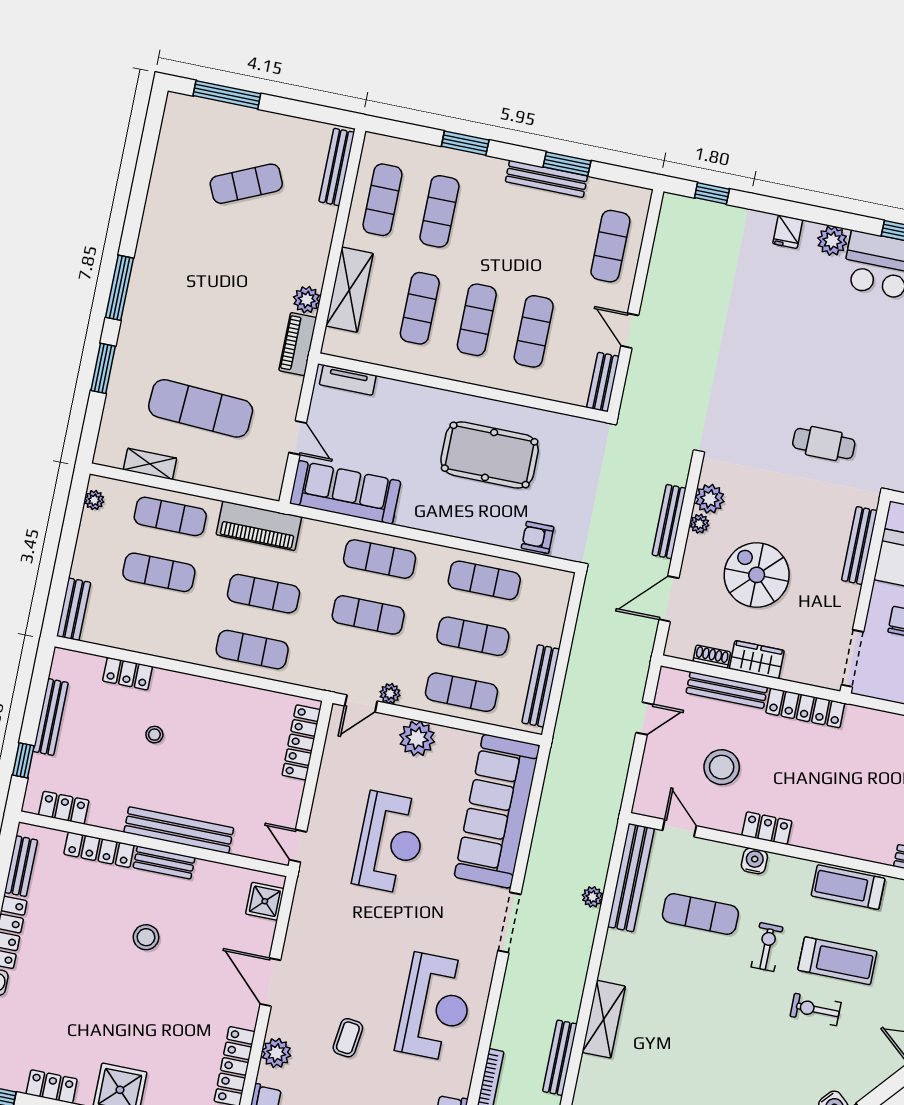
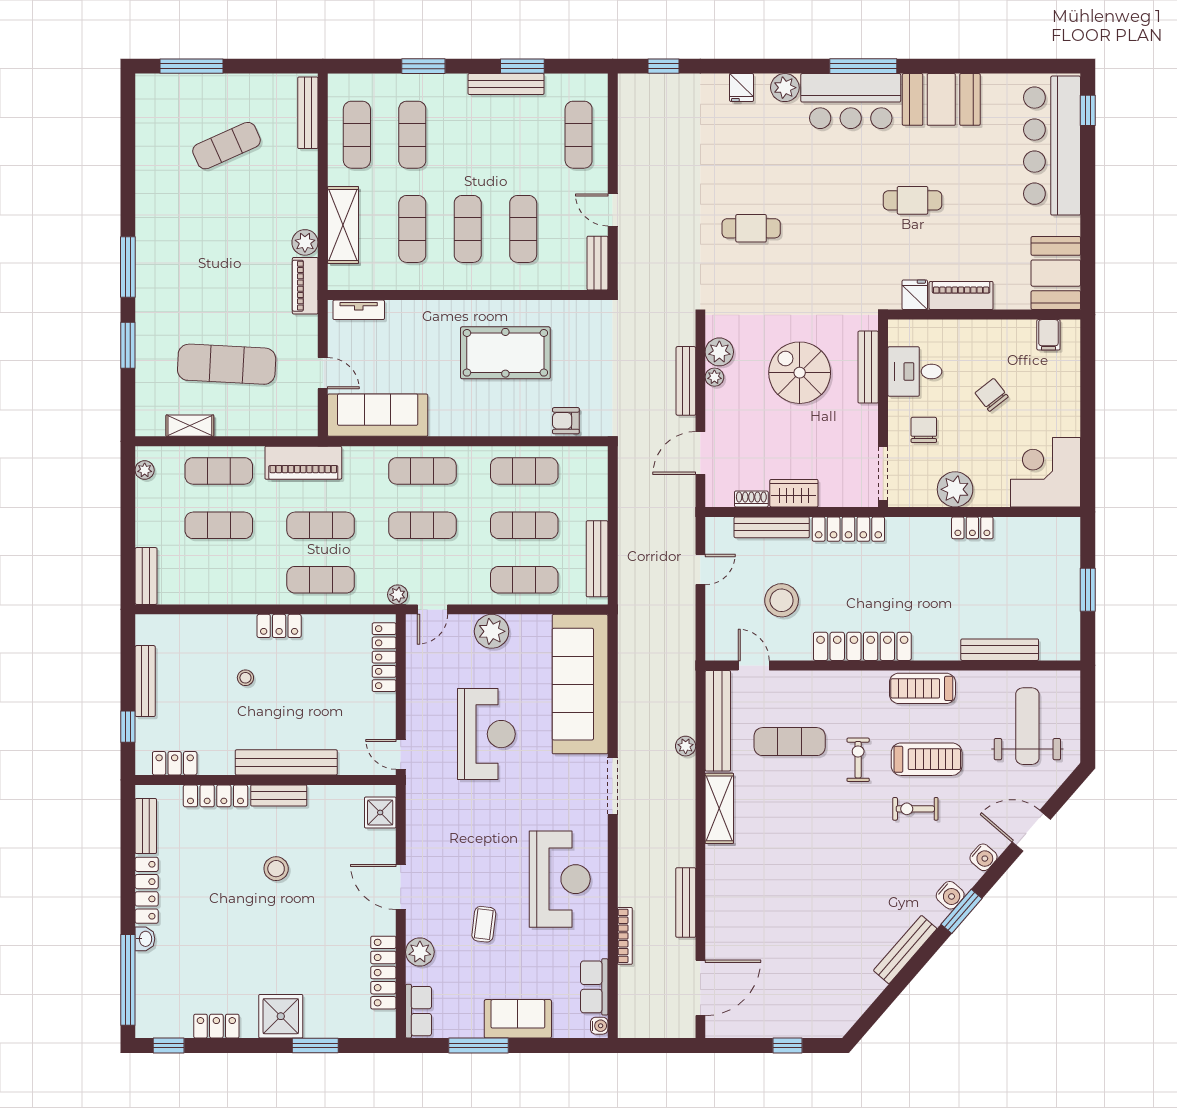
cafe table: (824, 444) -> (751, 228), moved
spiral stairs: (757, 575) -> (800, 373), moved
locker: (128, 674) -> (279, 626), moved
plant: (390, 694) -> (398, 595), moved
locker: (767, 828) -> (862, 646), width x2.16, depth x1.21
water cooler: (754, 861) -> (983, 857), moved, turned 131
shelving: (604, 1019) -> (719, 808), moved

